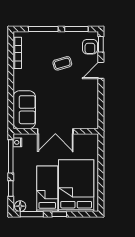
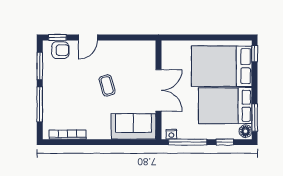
coffee table: (62, 63) -> (107, 85), moved
door: (101, 70) -> (88, 37), hinge flipped
bed: (47, 189) -> (225, 106), width x1.50
window: (59, 214) -> (255, 54), moved

